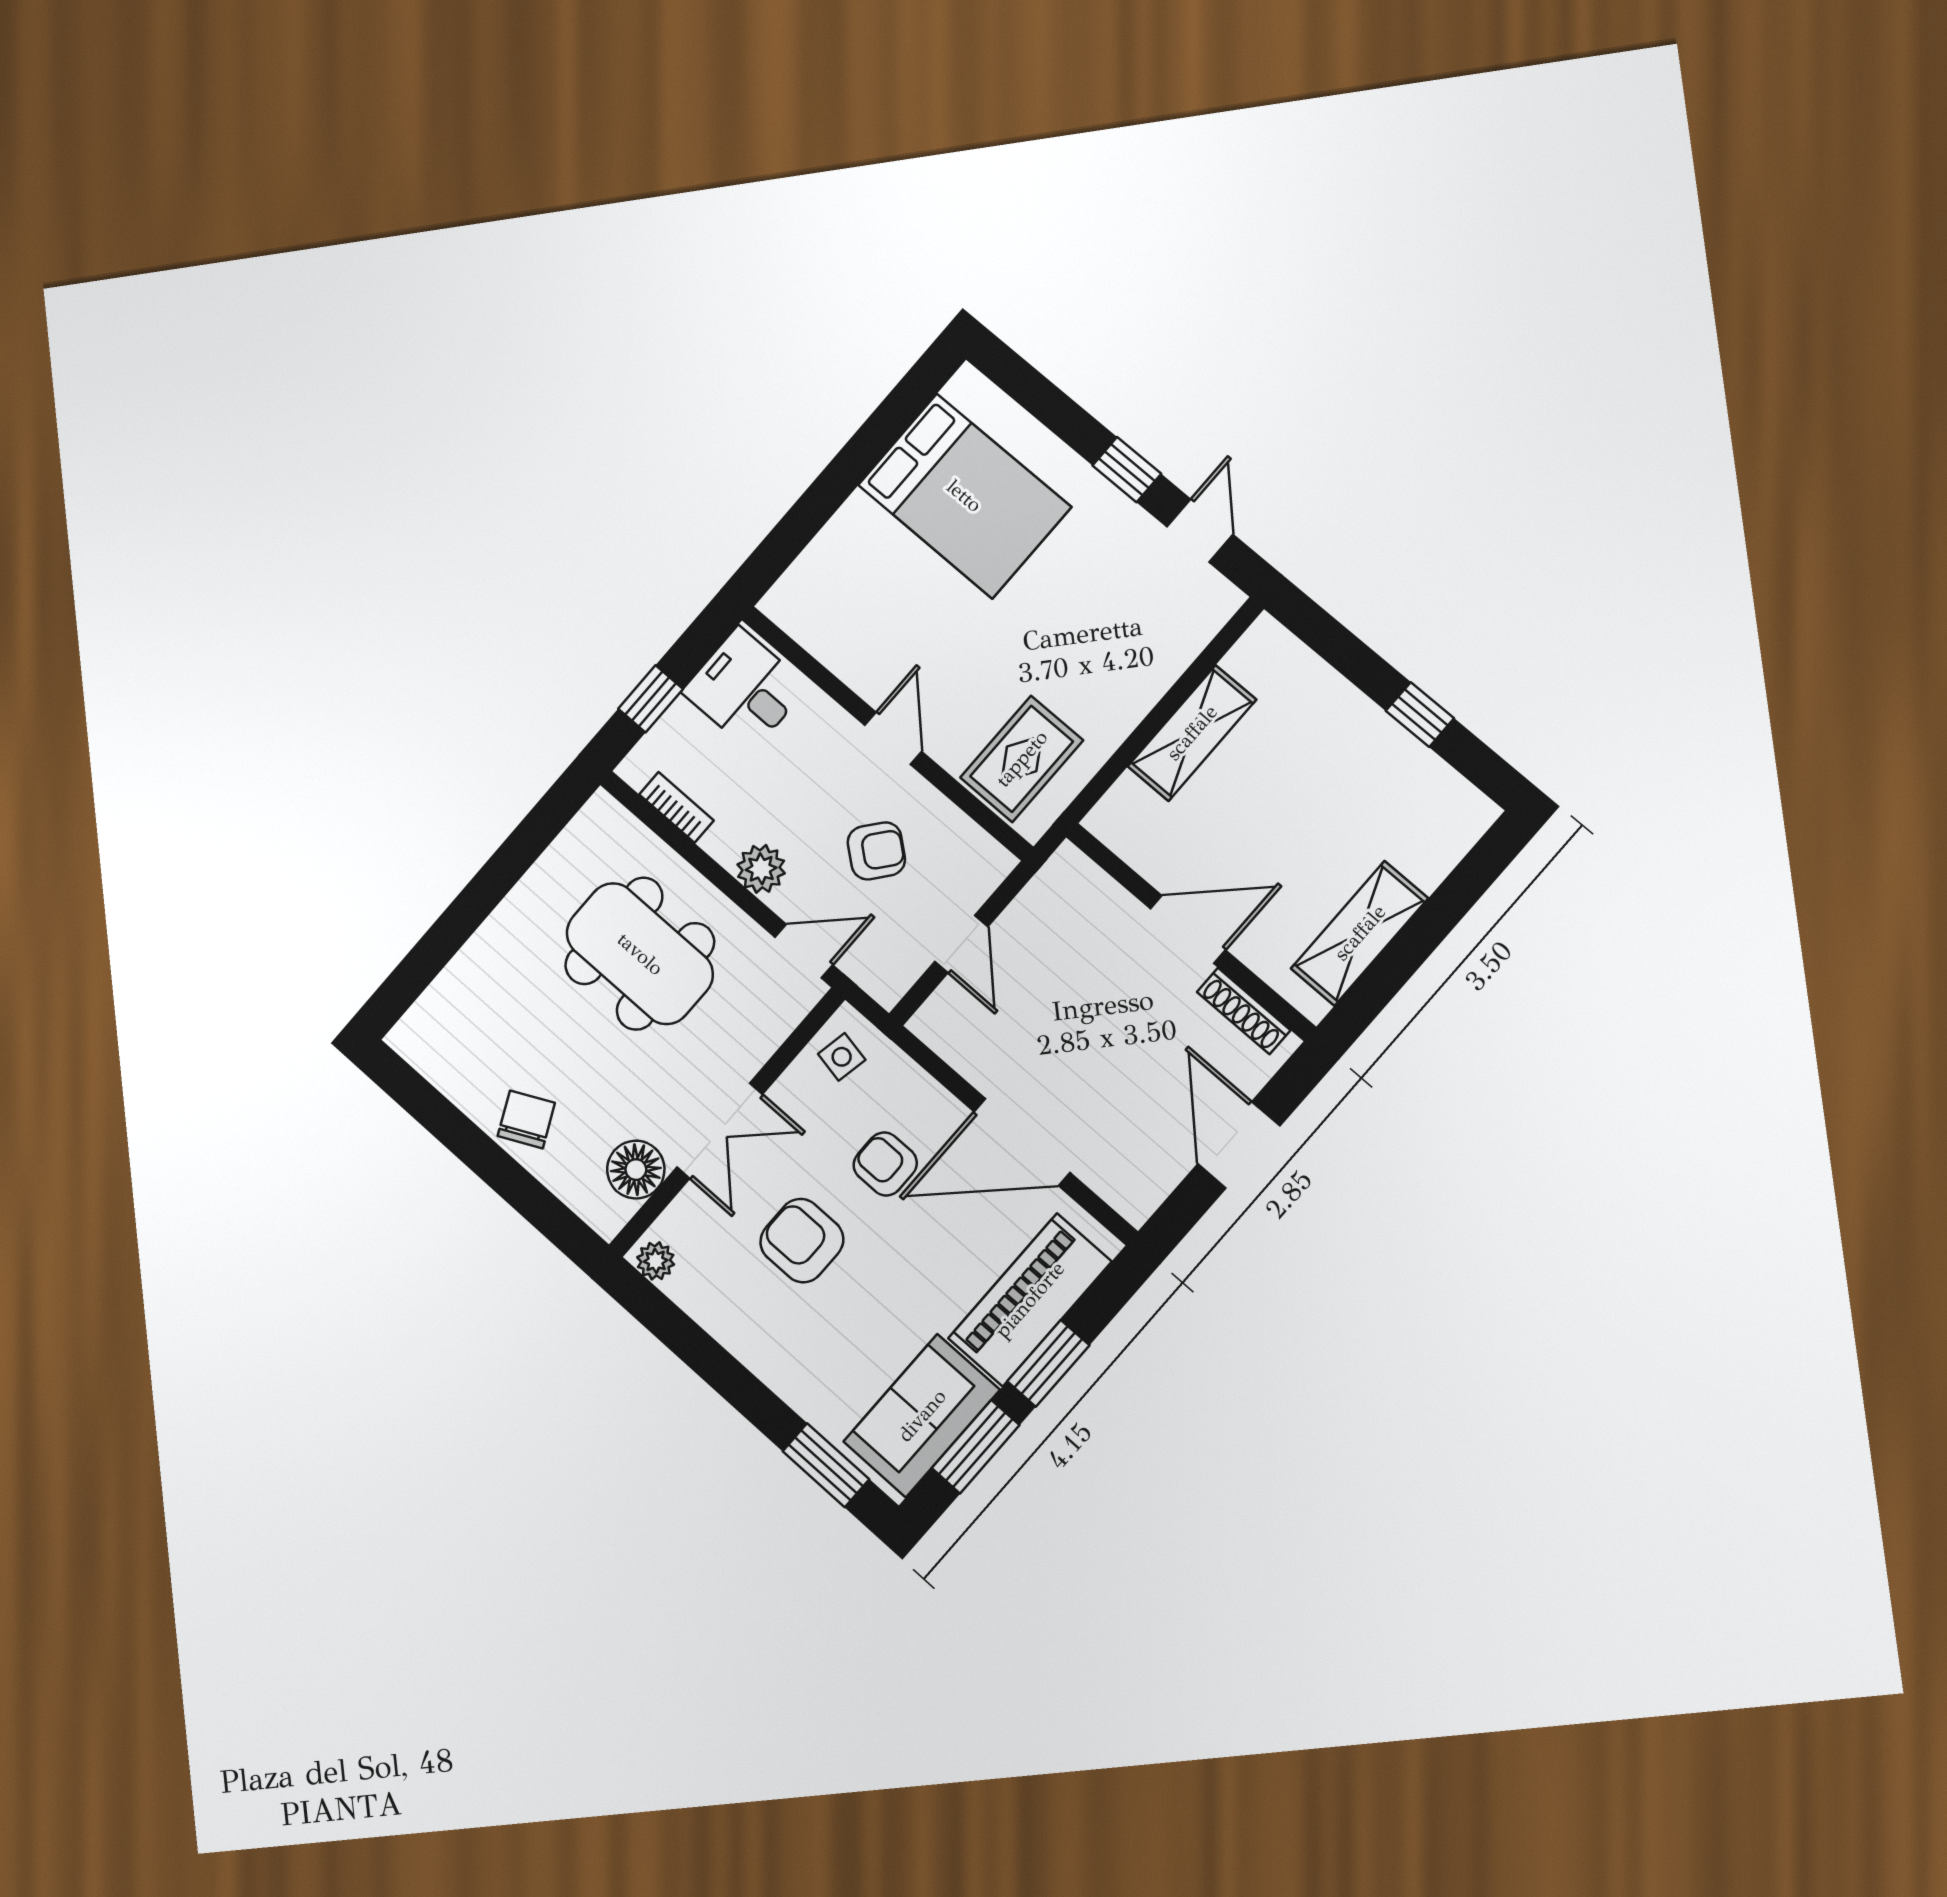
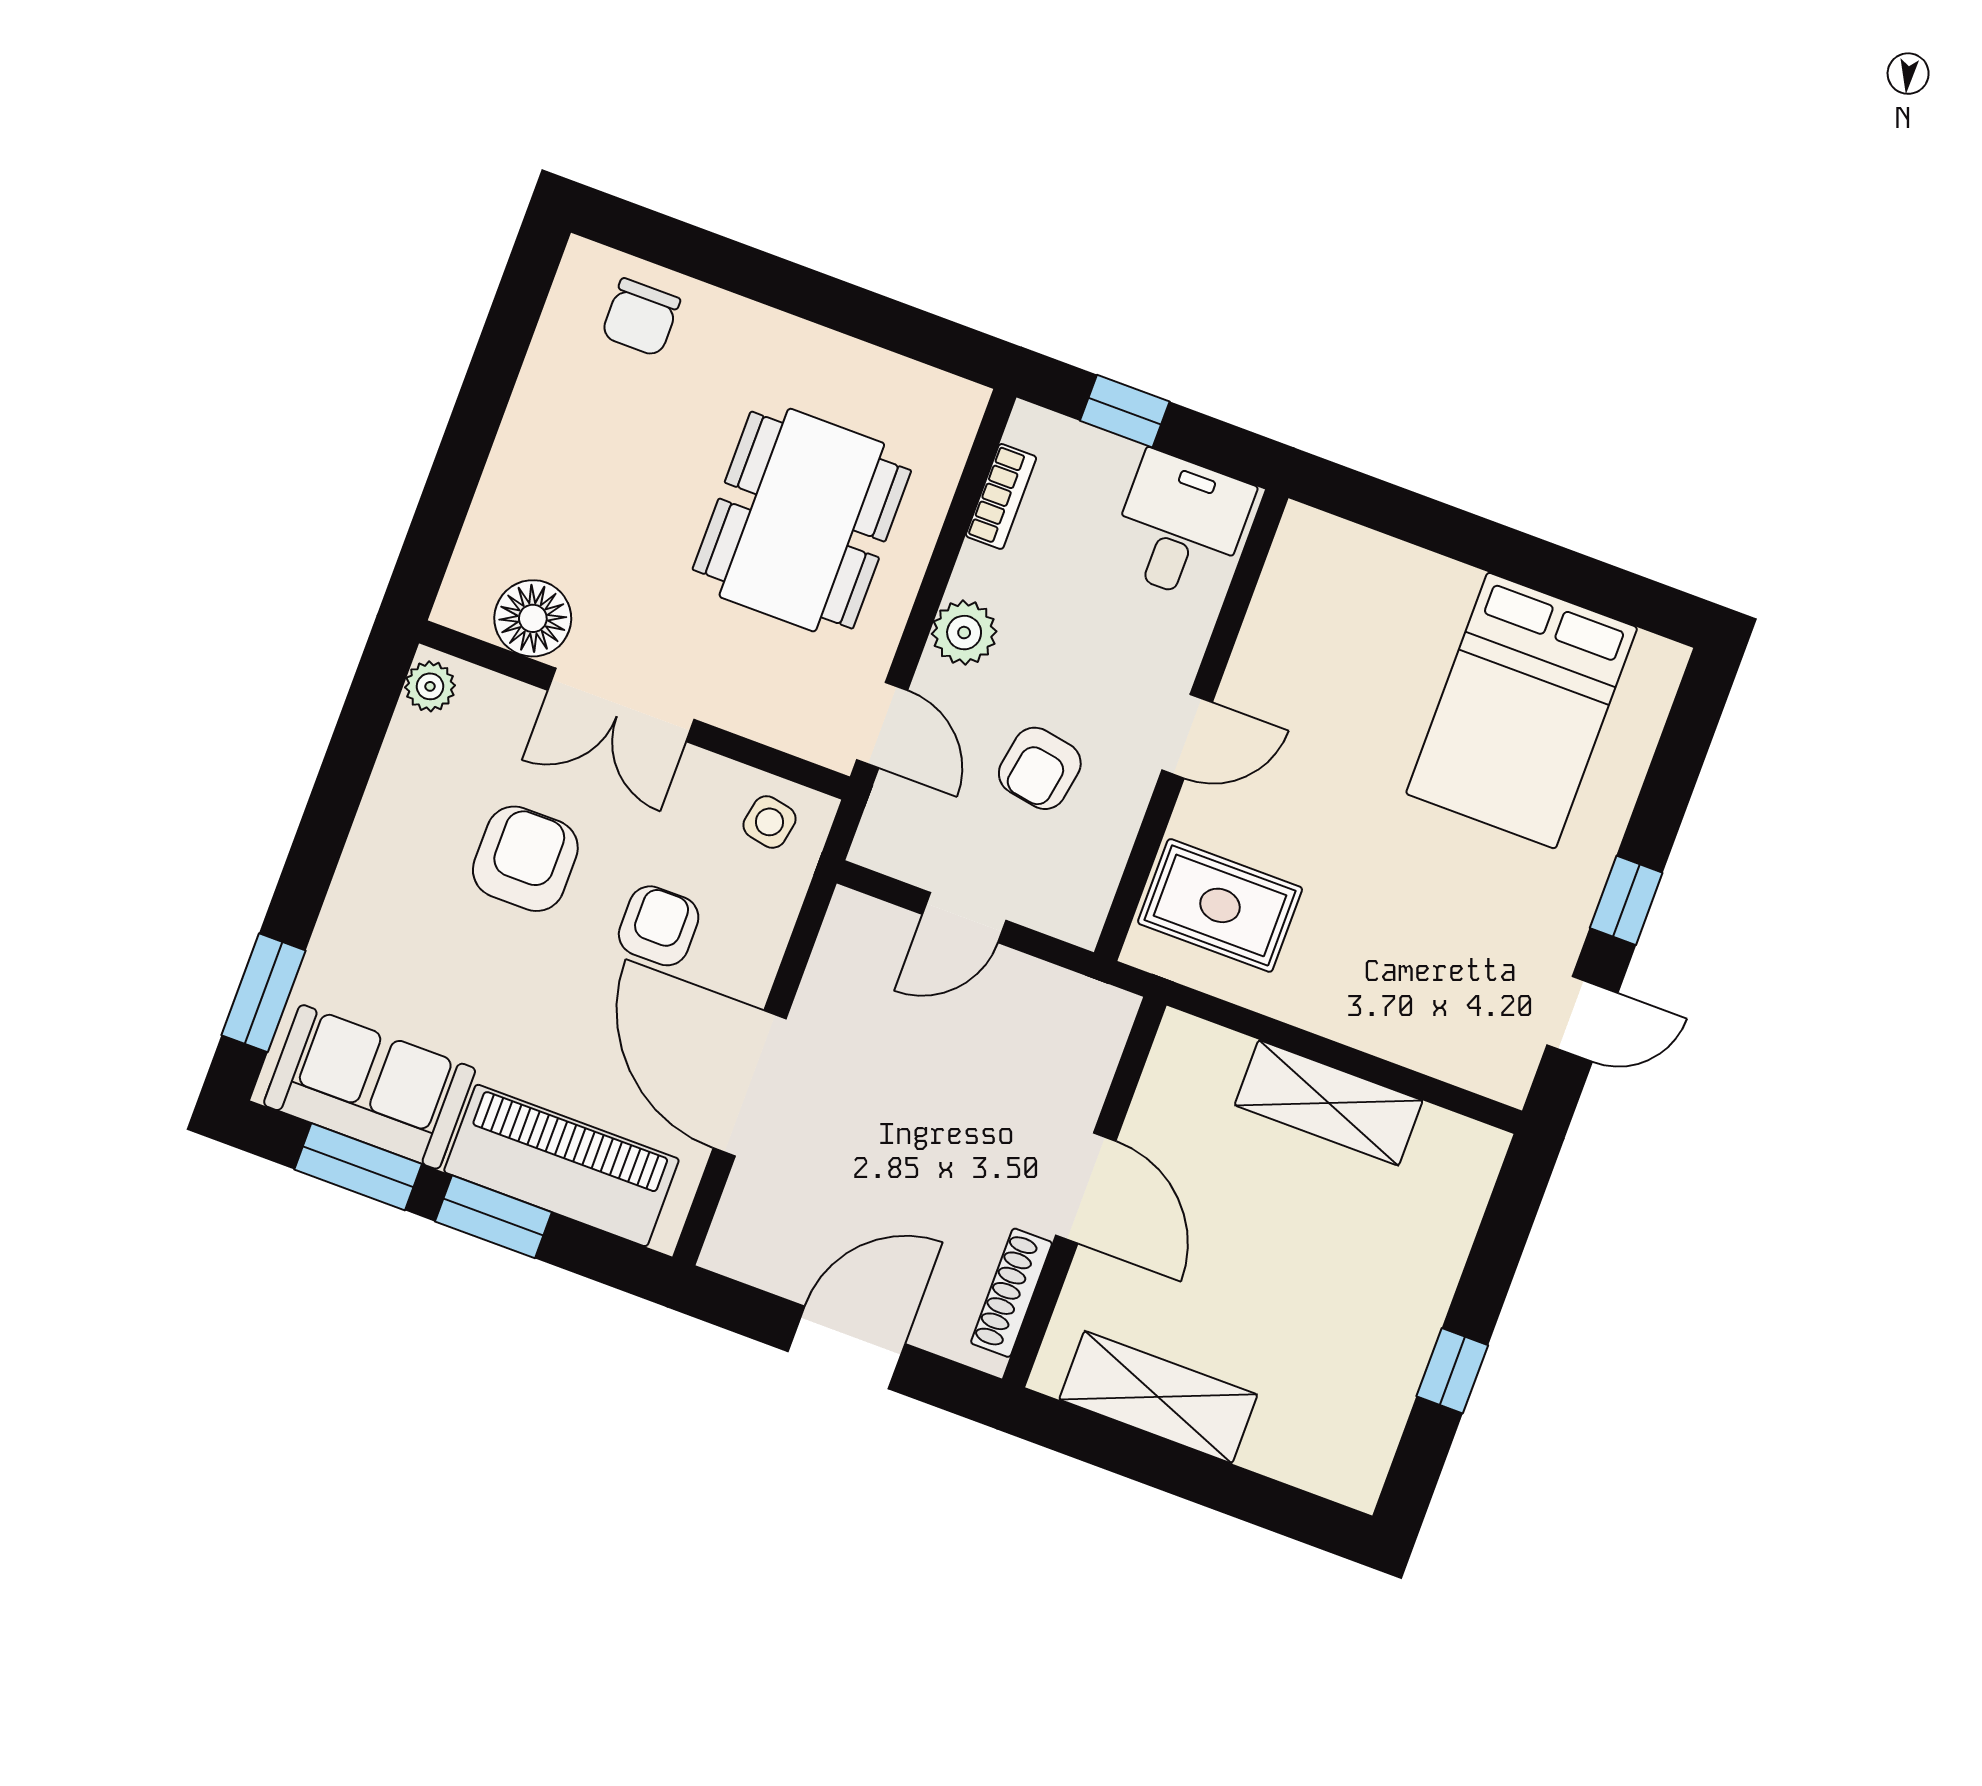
armchair: (876, 851) -> (1040, 768), turned 61
chair: (526, 1119) -> (641, 317), moved, turned 116

